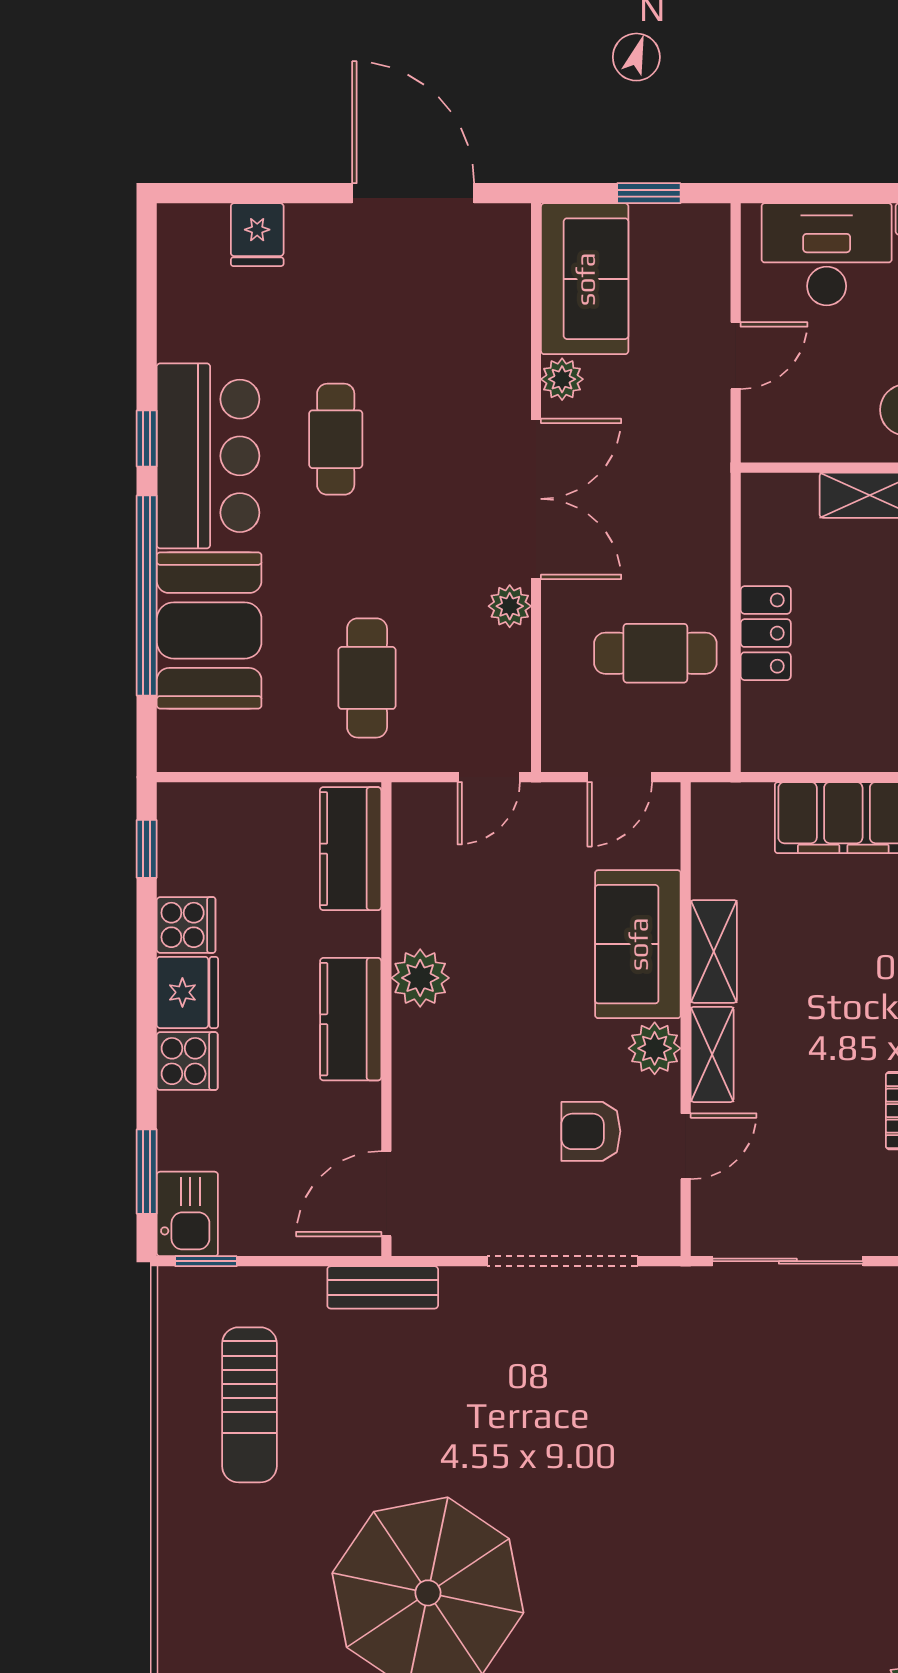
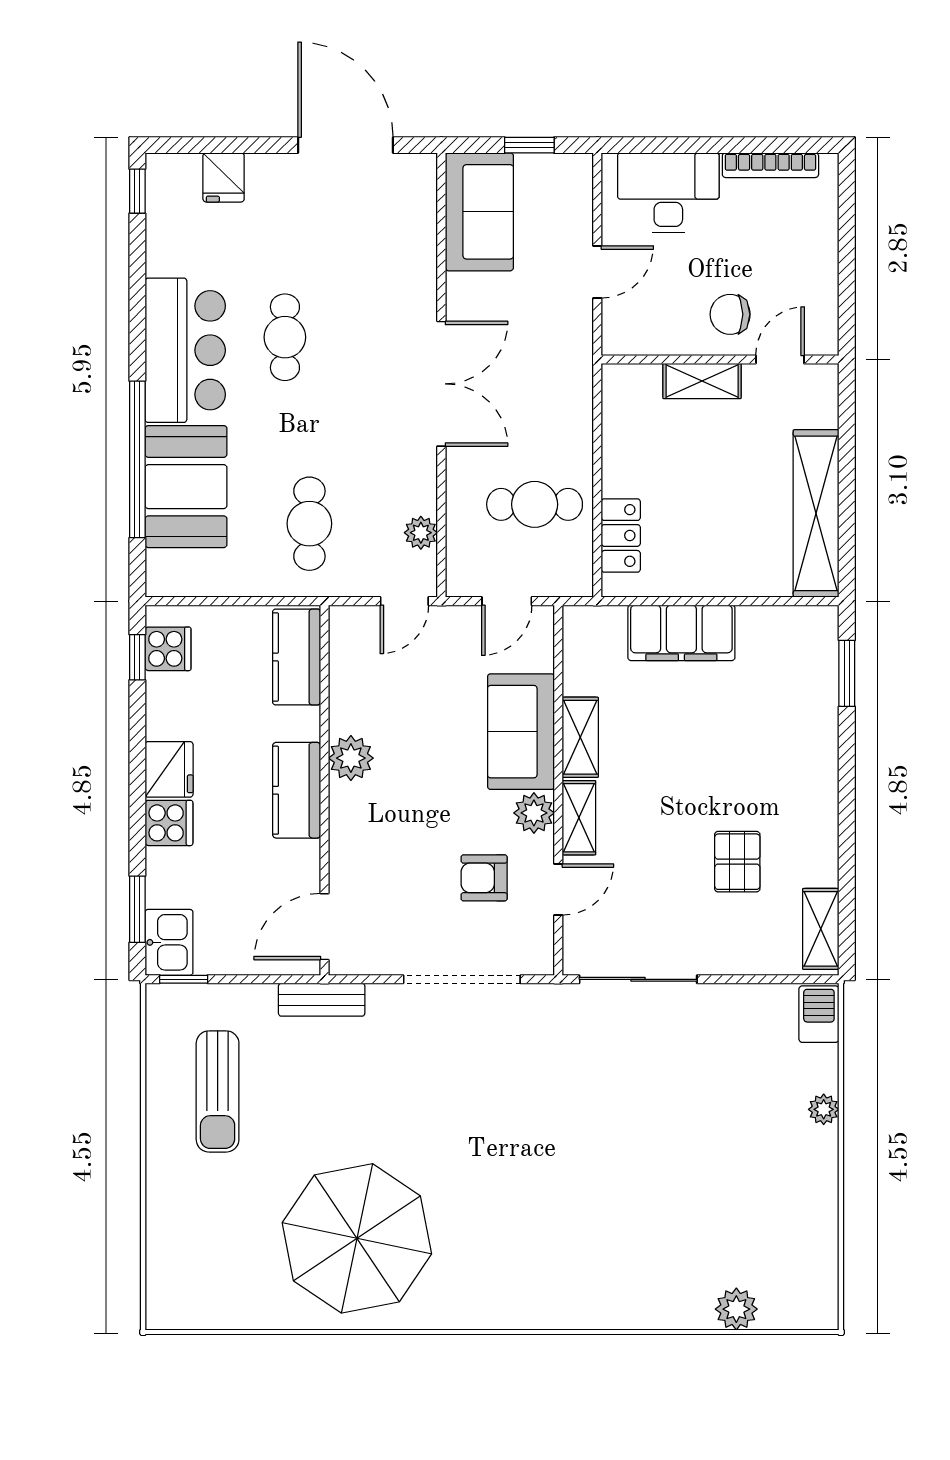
plant: (562, 379) -> (462, 290), removed
window: (147, 438) -> (137, 191), moved
plant: (510, 606) -> (421, 533), moved
locker: (766, 633) -> (621, 535), moved
cooker: (186, 925) -> (168, 649), moved

